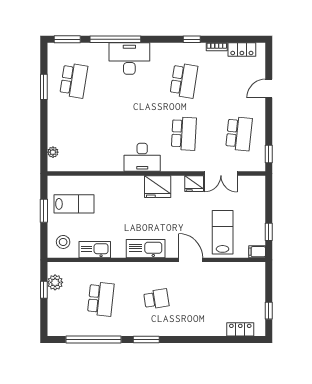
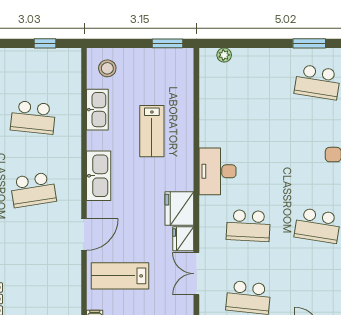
fridge: (158, 187) -> (179, 208), moved
lab bench: (74, 204) -> (152, 131), moved
window: (44, 211) -> (167, 43), moved
lab bench: (223, 232) -> (120, 276), turned 180
plant: (55, 282) -> (55, 58), removed
school desk: (156, 299) -> (33, 190), width x1.85

